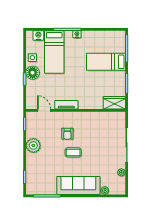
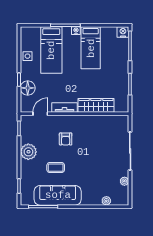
nightstand: (38, 35) -> (123, 32), moved
bed: (106, 62) -> (91, 48), moved, turned -90
floor lamp: (33, 73) -> (28, 88), moved
wardrobe: (114, 103) -> (96, 105), moved, width x1.50
door: (44, 110) -> (40, 114), hinge flipped
coffee table: (73, 152) -> (56, 168), moved
sofa: (78, 185) -> (58, 195), moved

